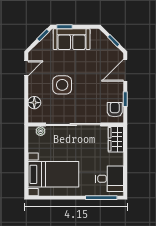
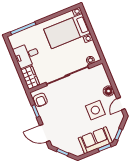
door: (125, 70) -> (45, 133), swing flipped
side table: (62, 85) -> (95, 110), moved
floor lamp: (34, 103) -> (109, 91), moved
desk: (110, 179) -> (27, 55), moved

